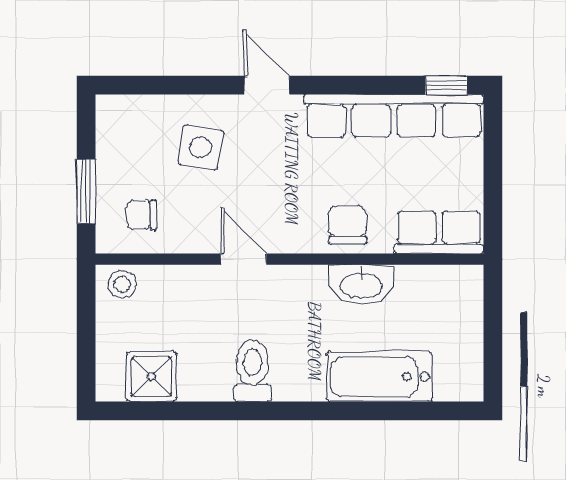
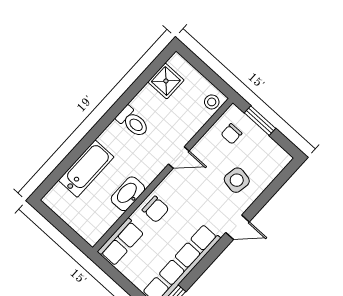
chair: (142, 215) -> (231, 134), turned 180

